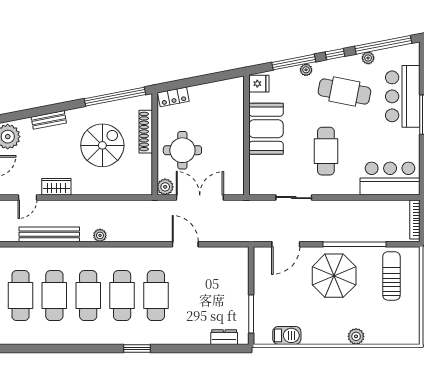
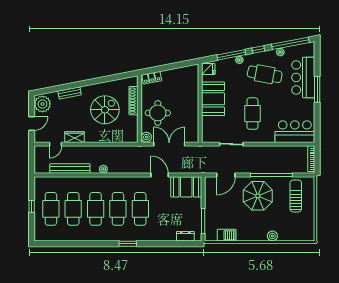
window: (115, 97) -> (113, 78), removed
booth: (226, 262) -> (186, 187), added

